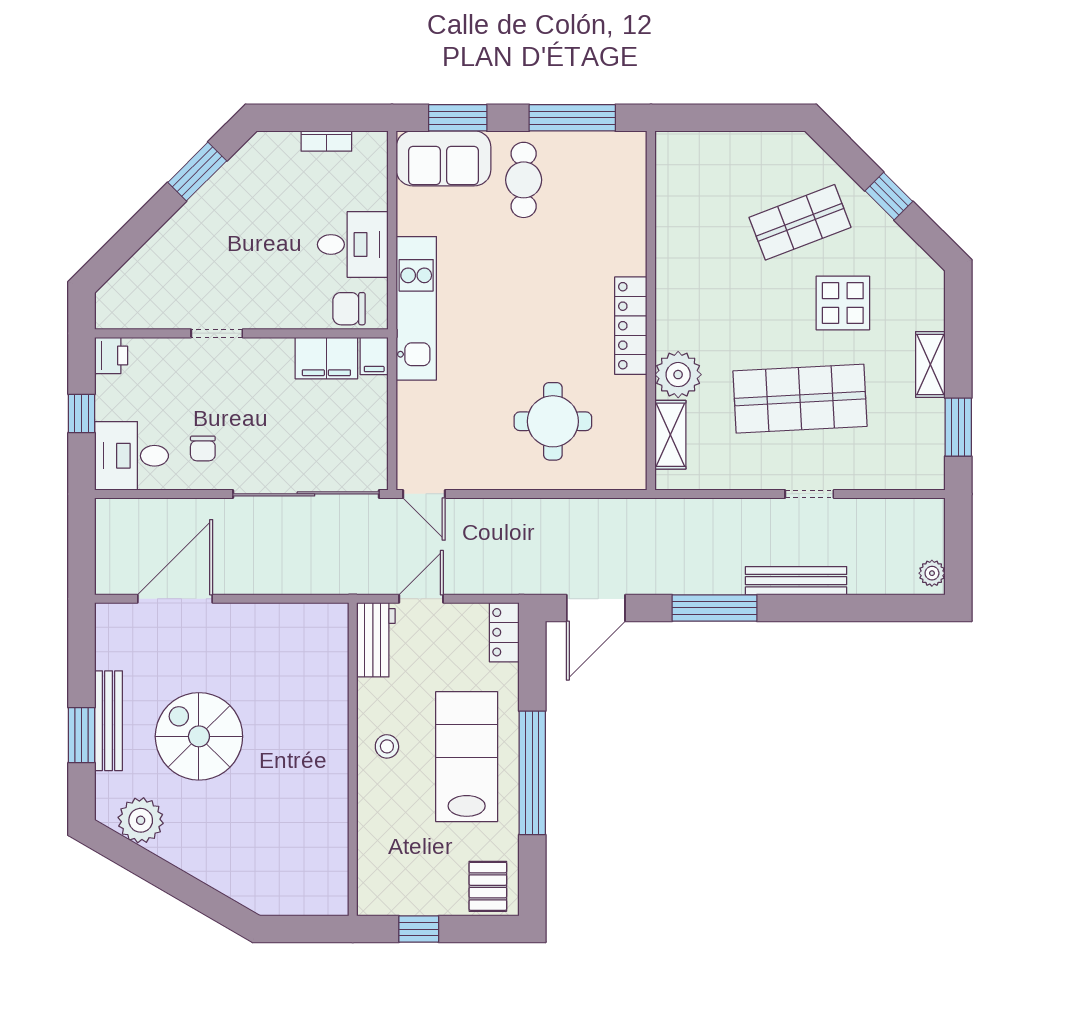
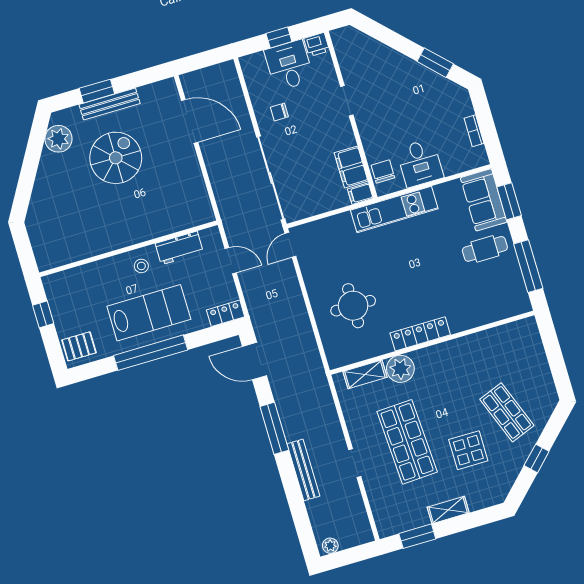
desk: (132, 456) -> (289, 65), moved
workbench: (376, 640) -> (179, 248), moved

